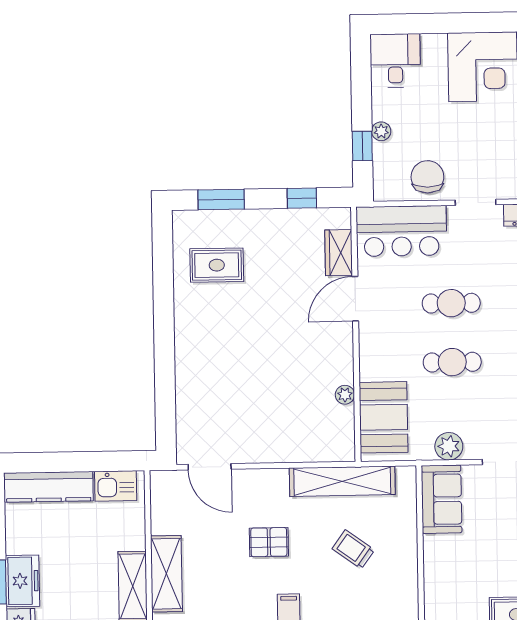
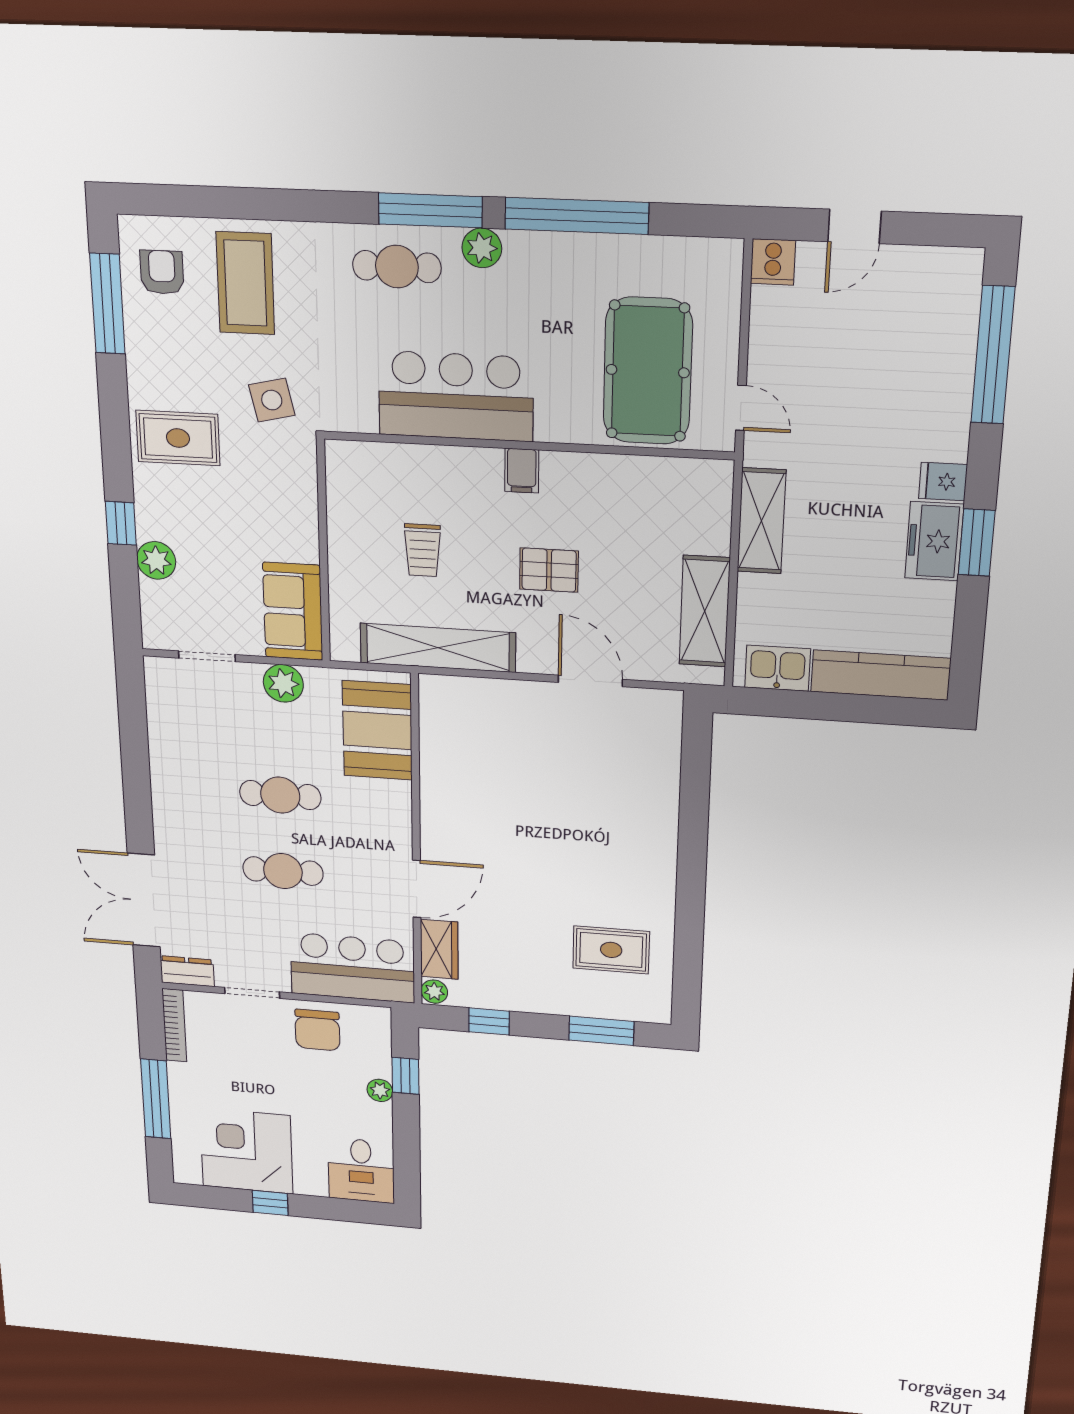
window: (465, 23) -> (270, 1203), added
plant: (345, 395) -> (434, 992), moved
door: (210, 467) -> (590, 681), moved
trolley: (353, 549) -> (423, 550), turned 54
shelving: (166, 574) -> (705, 611), moved

